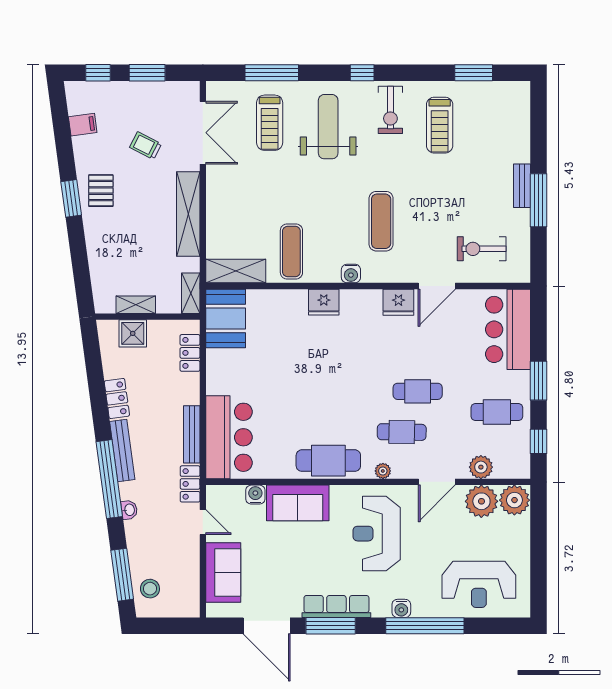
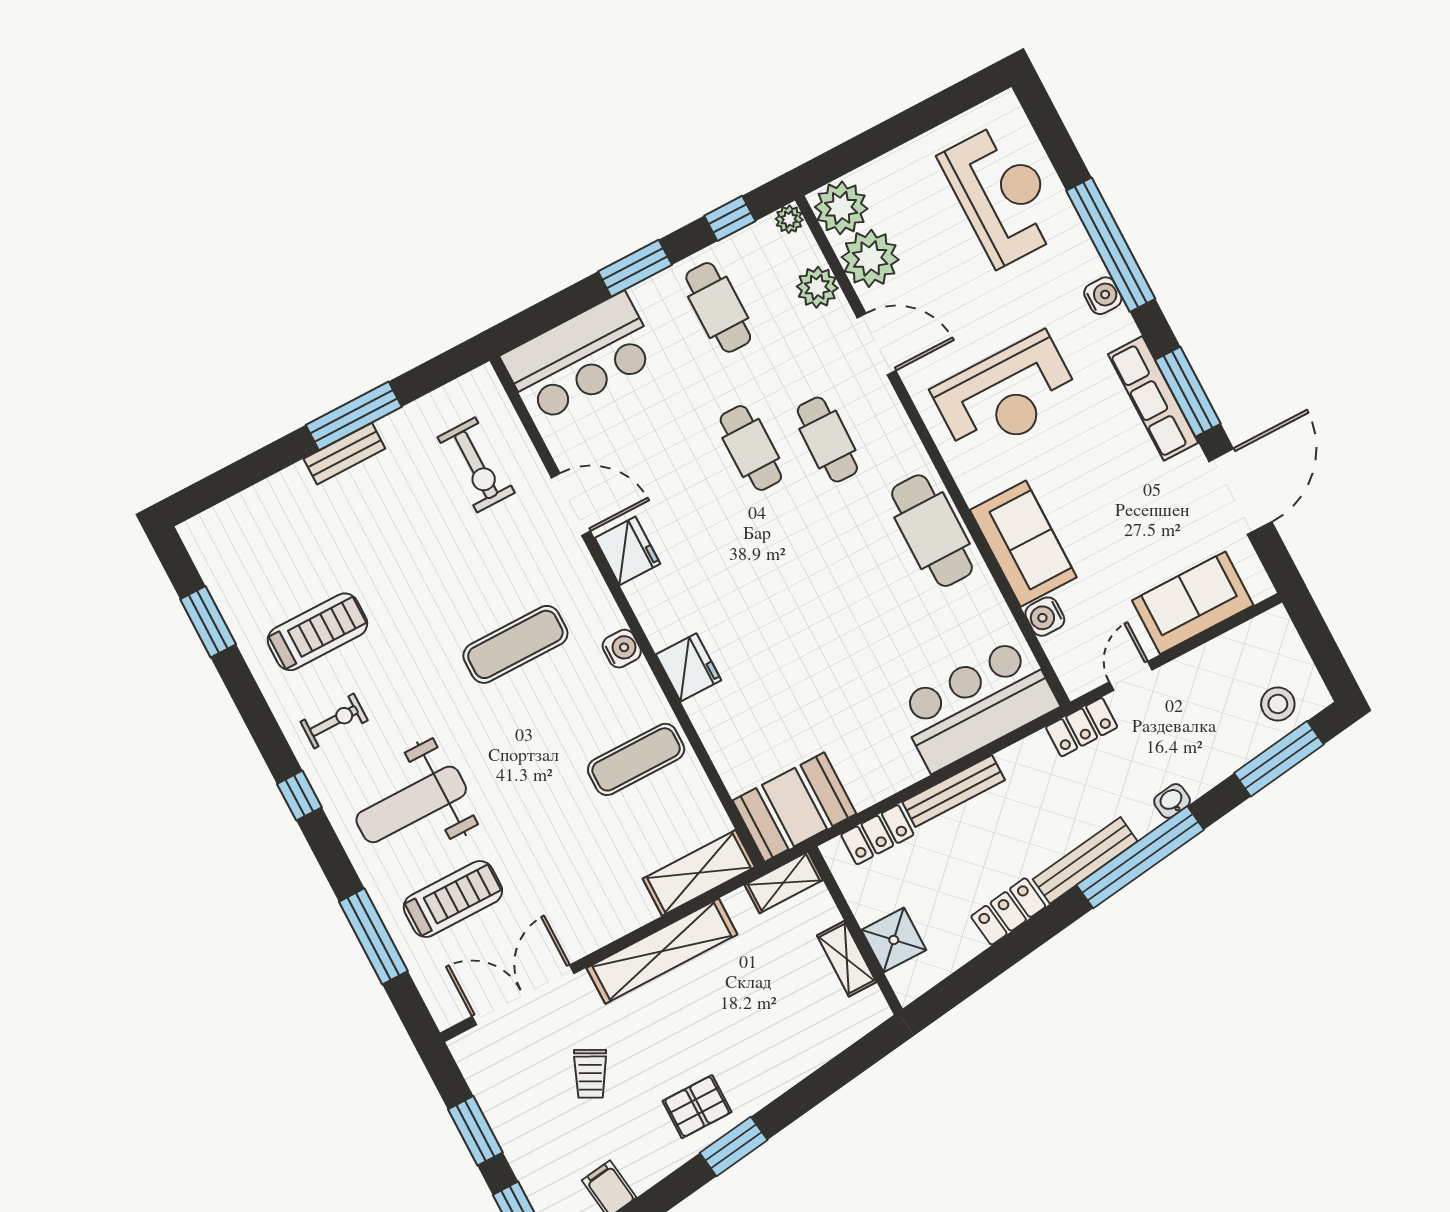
exercise bike: (390, 110) -> (334, 721), width x0.73, depth x0.72
shelving: (236, 271) -> (699, 873), moved, turned 90
bench: (192, 434) -> (954, 791), moved
plant: (383, 471) -> (789, 219), moved

